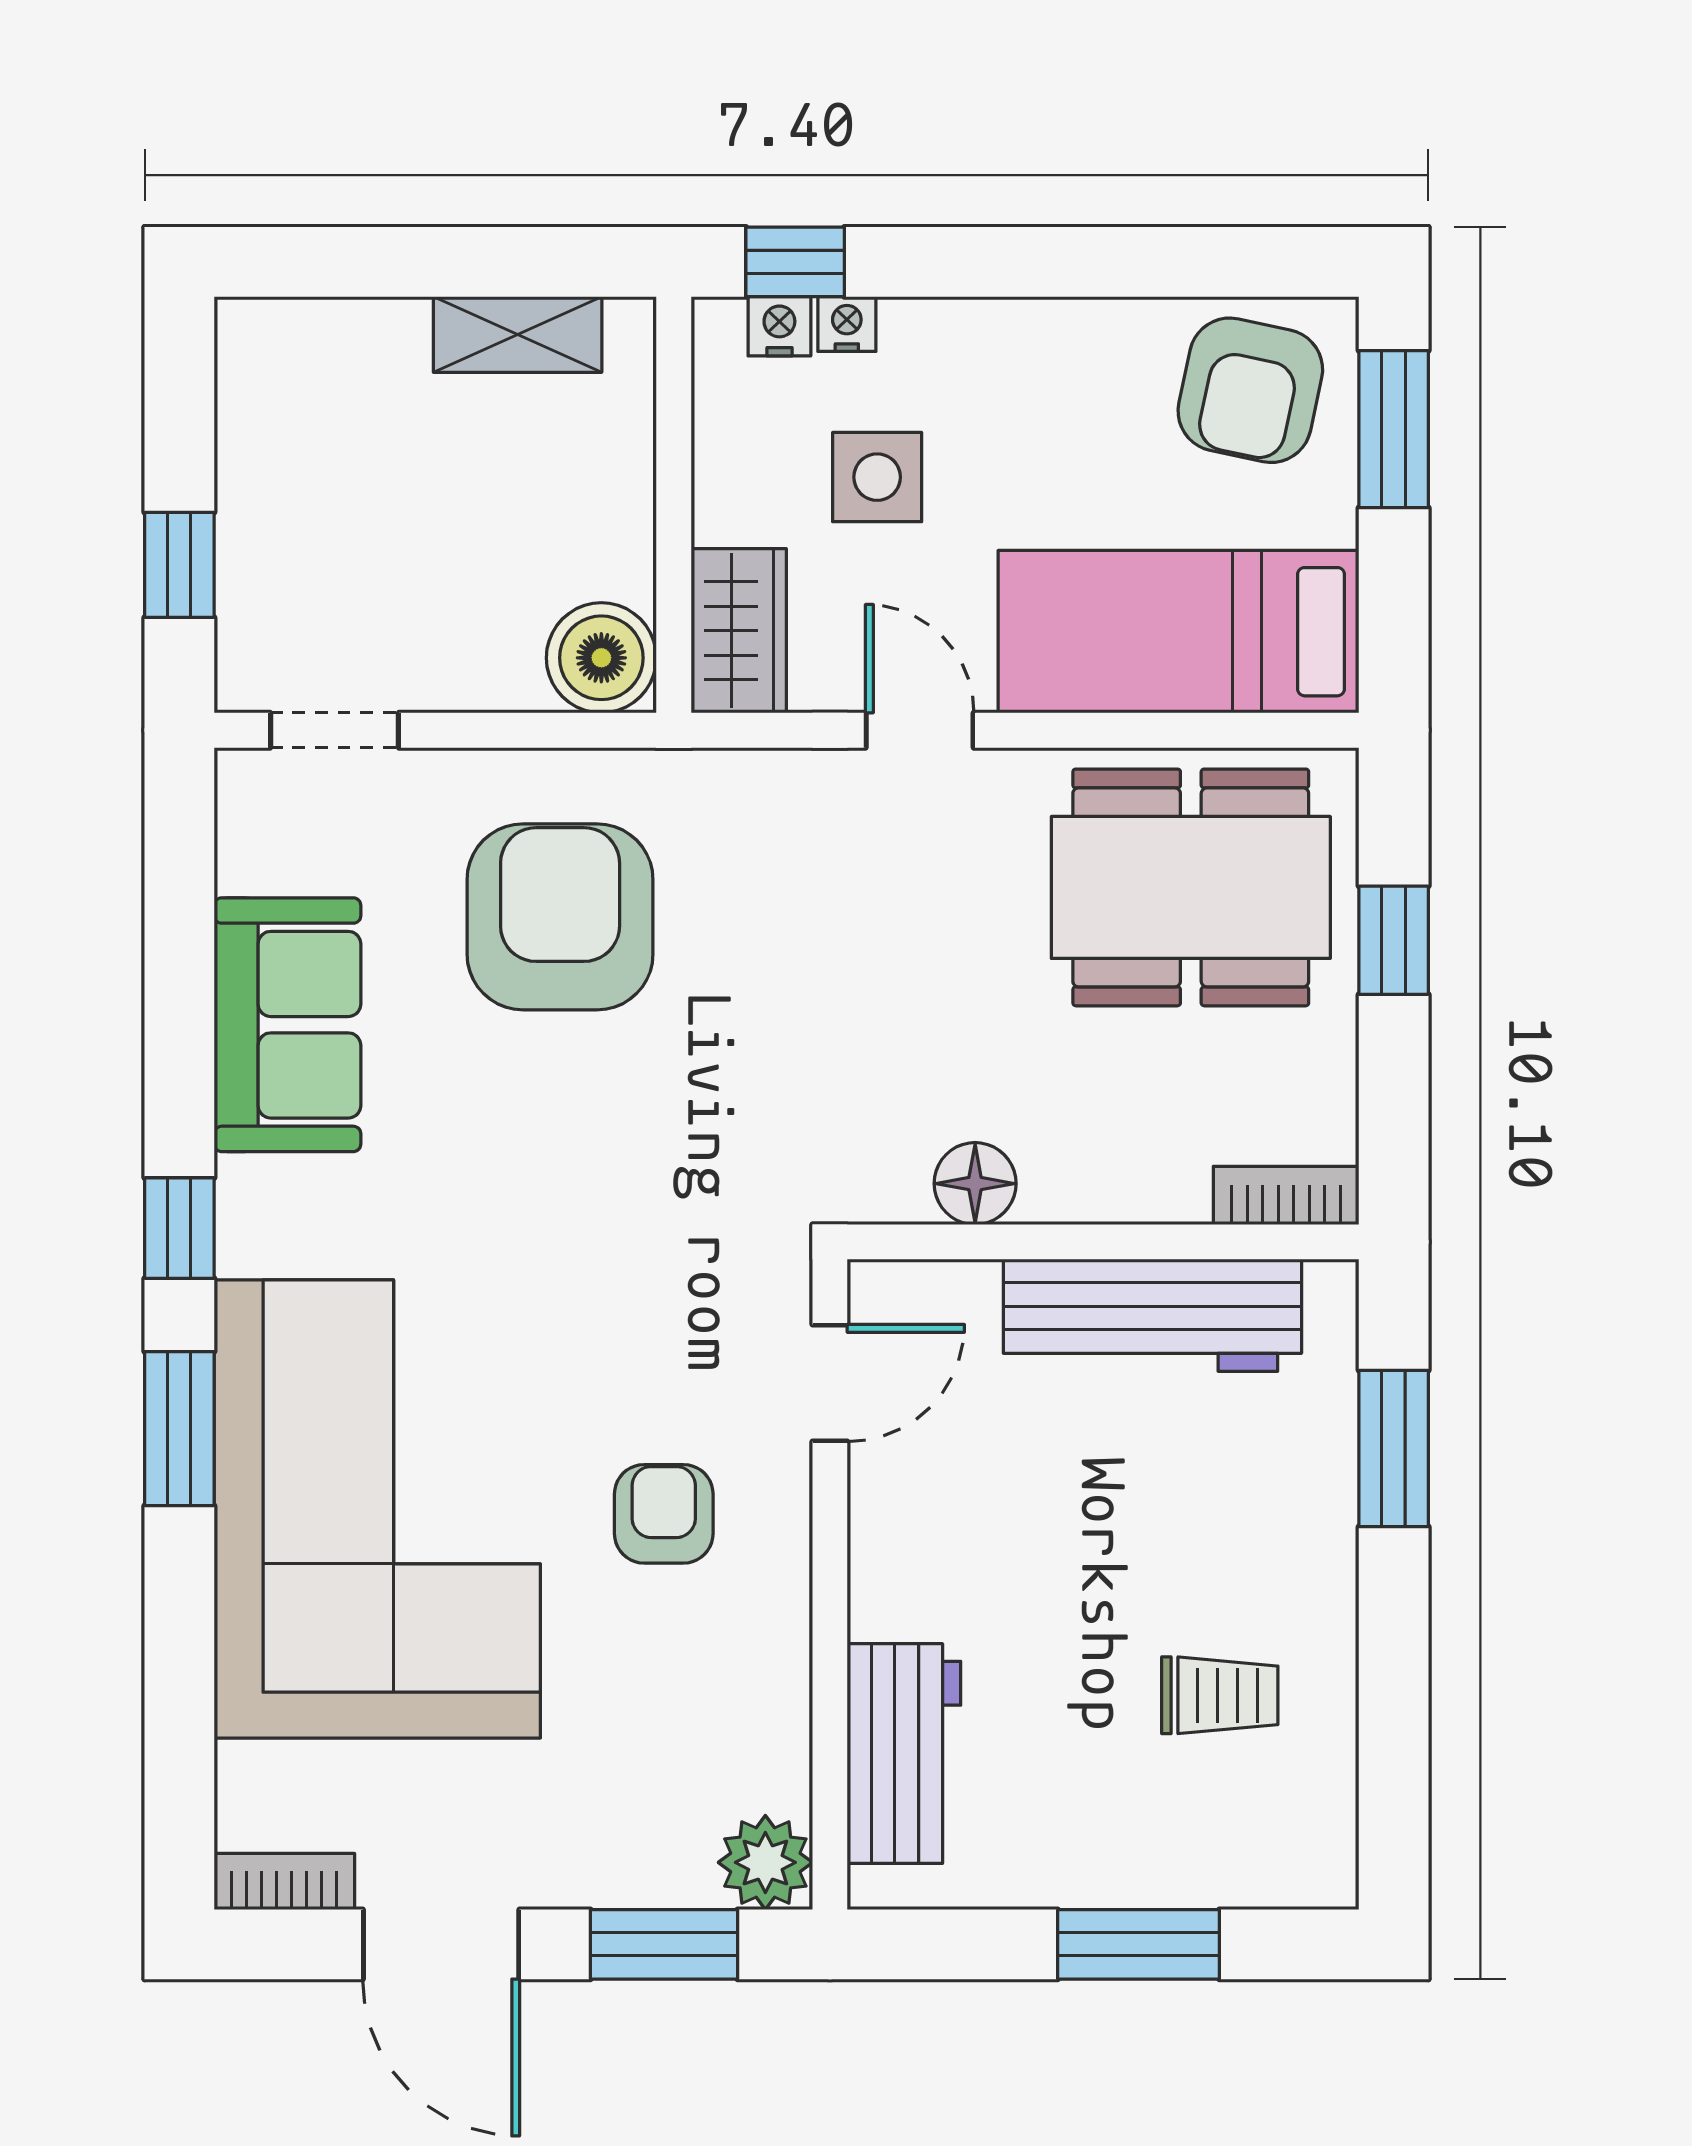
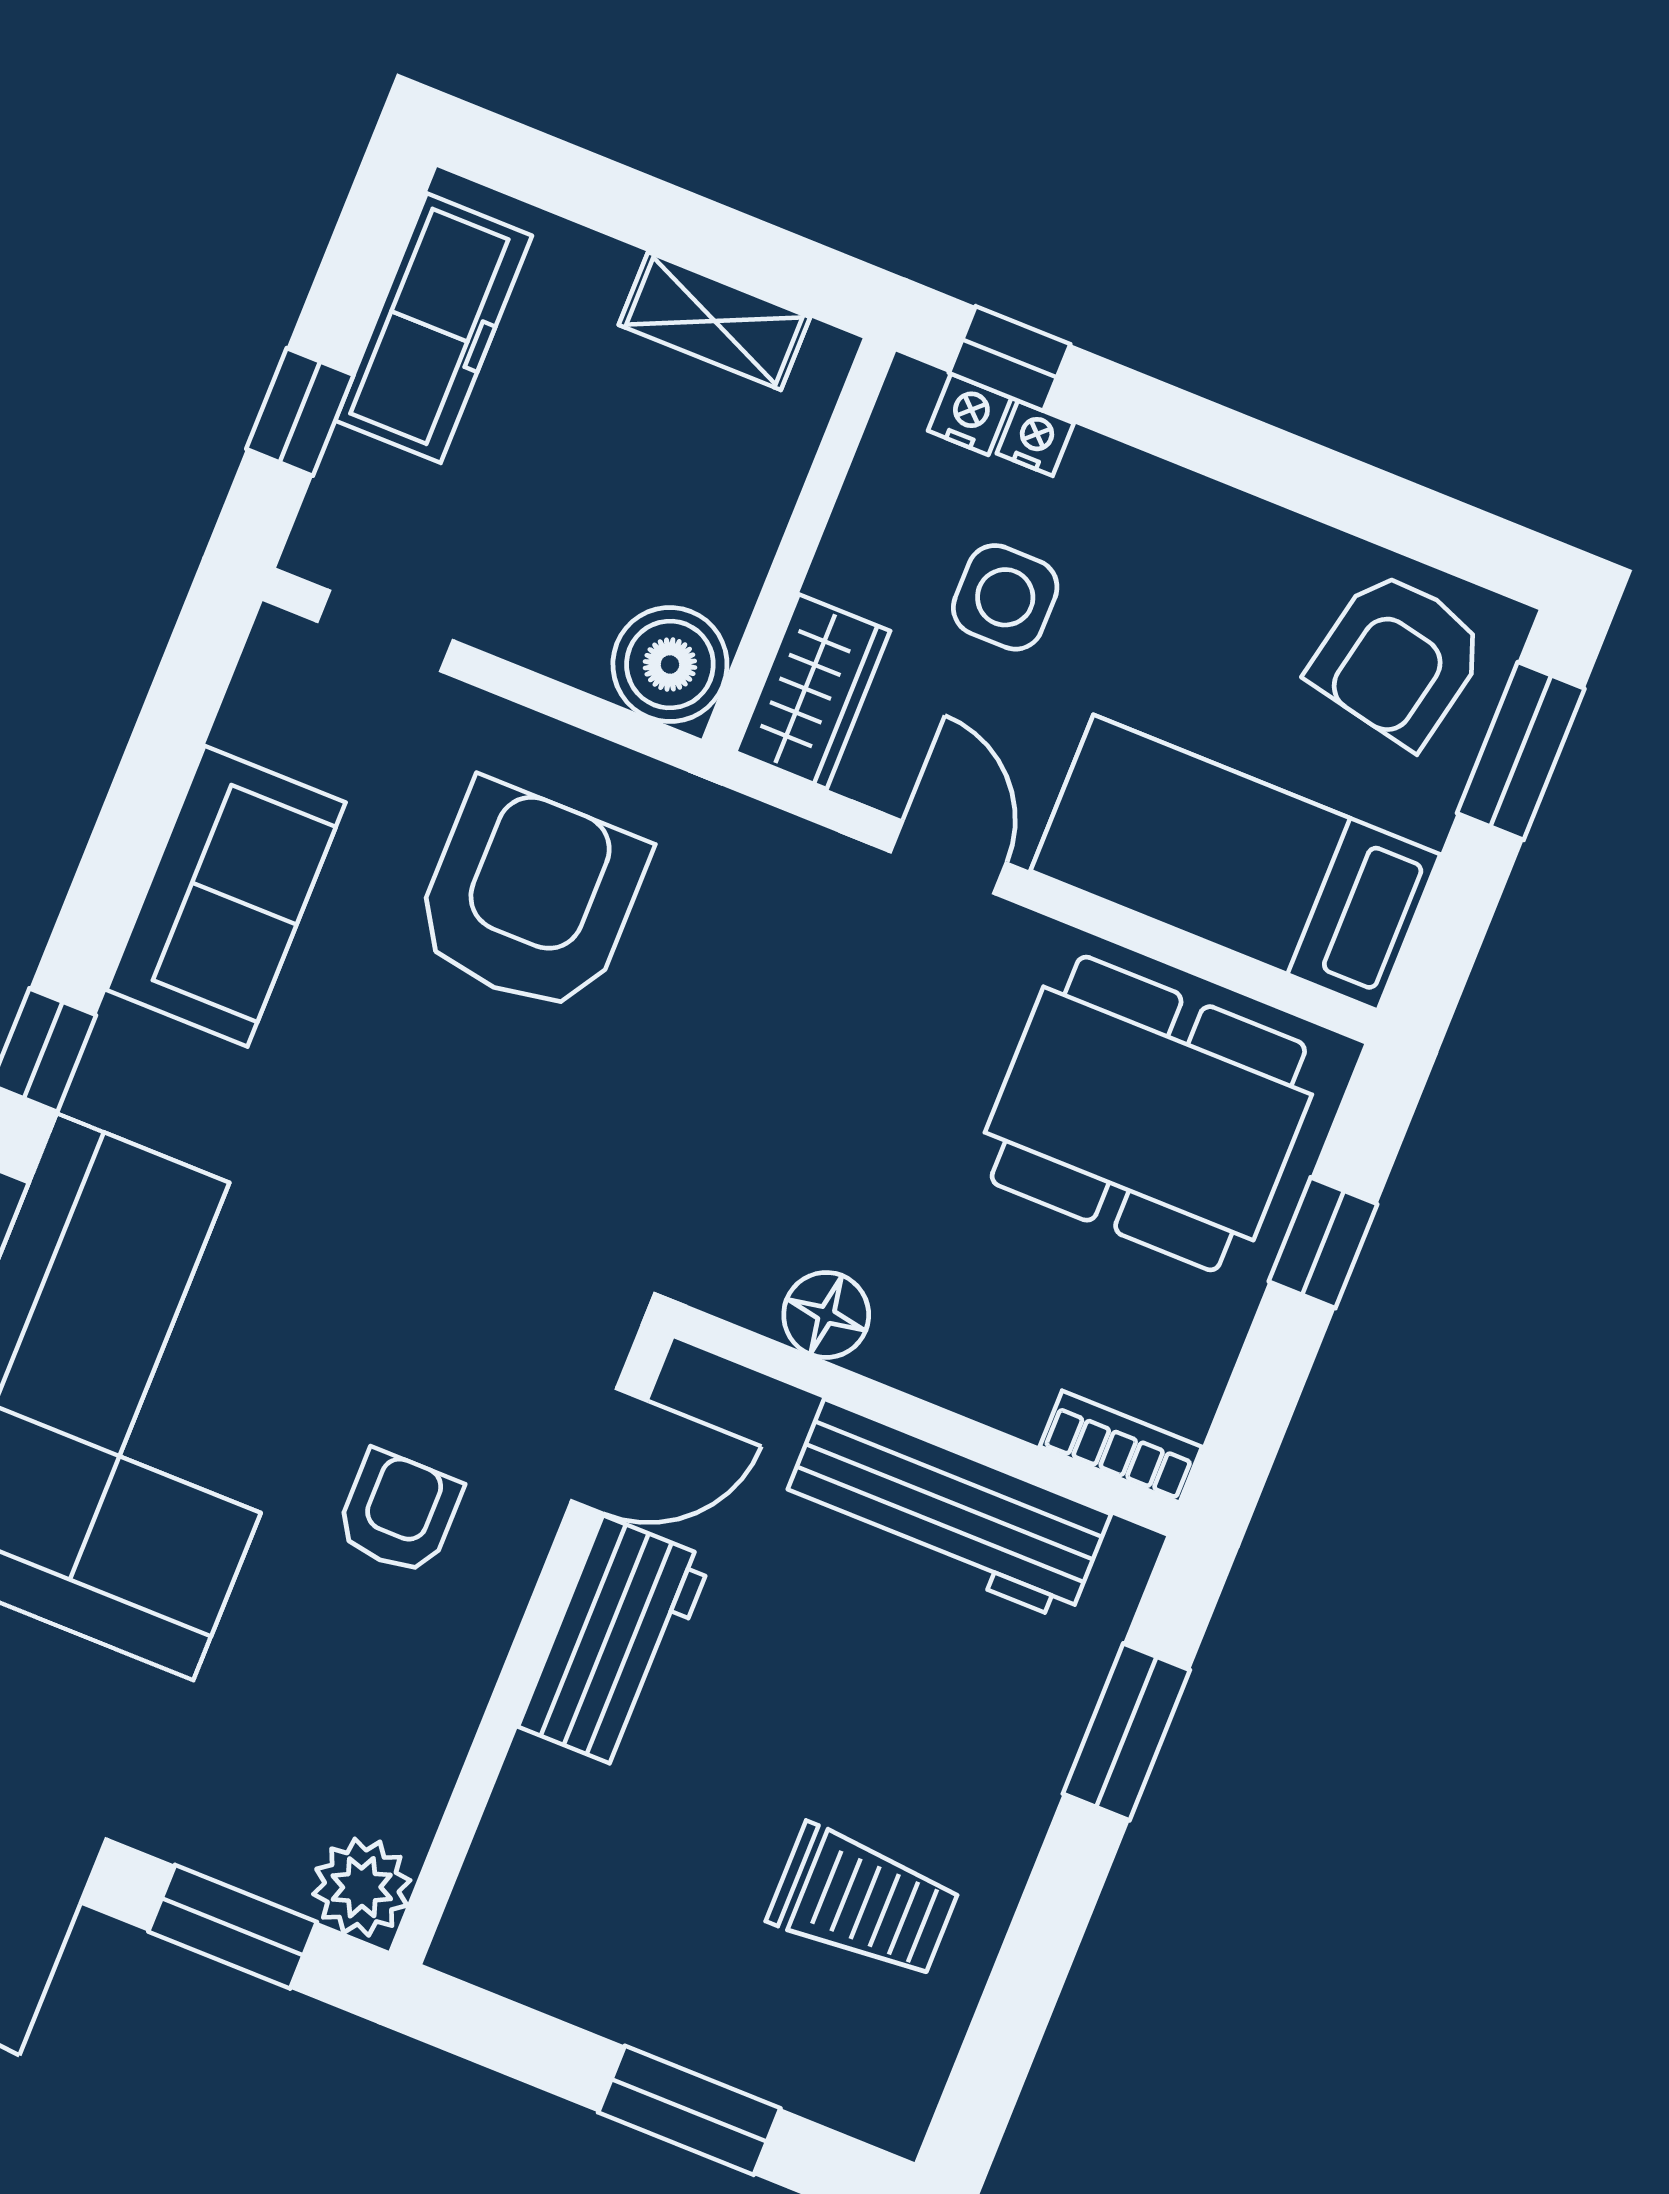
freezer: (269, 442) -> (434, 328), added
trolley: (1220, 1695) -> (864, 1902), width x1.36, depth x1.39
workbench: (904, 1754) -> (615, 1643), moved

